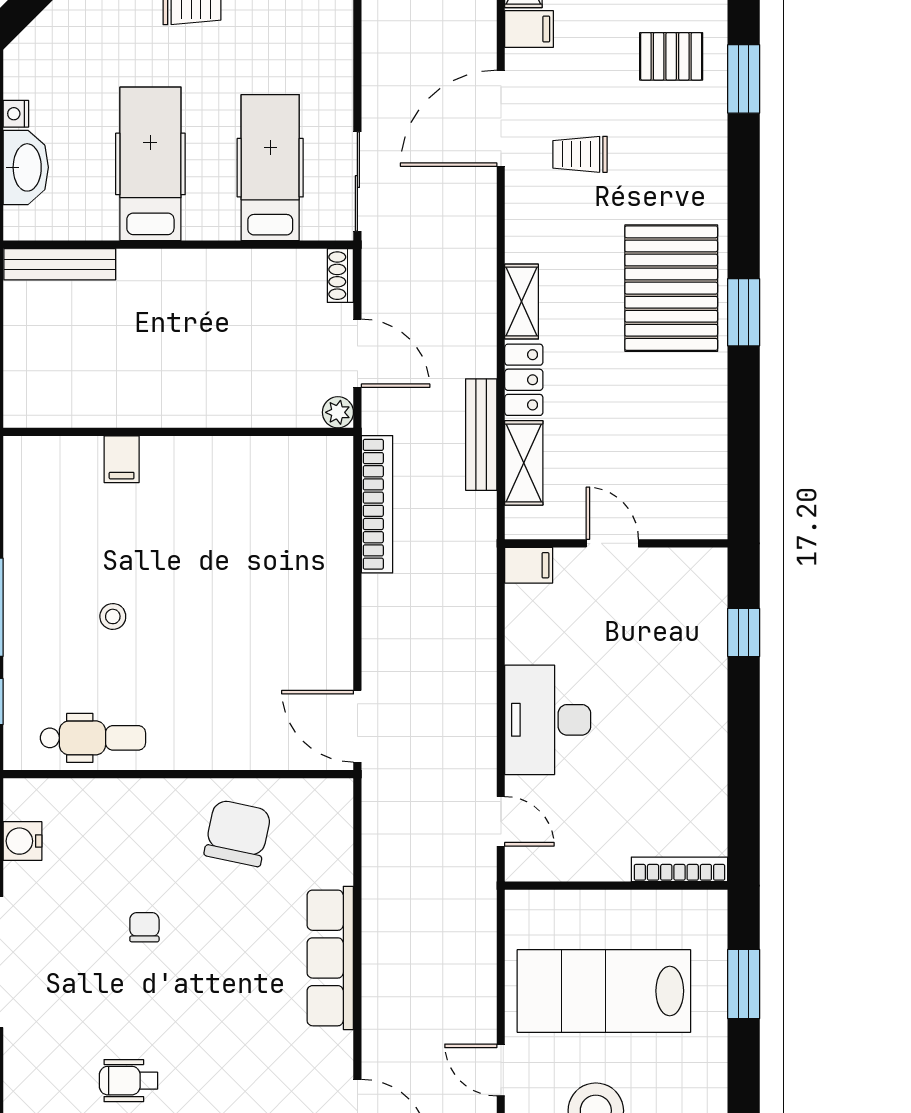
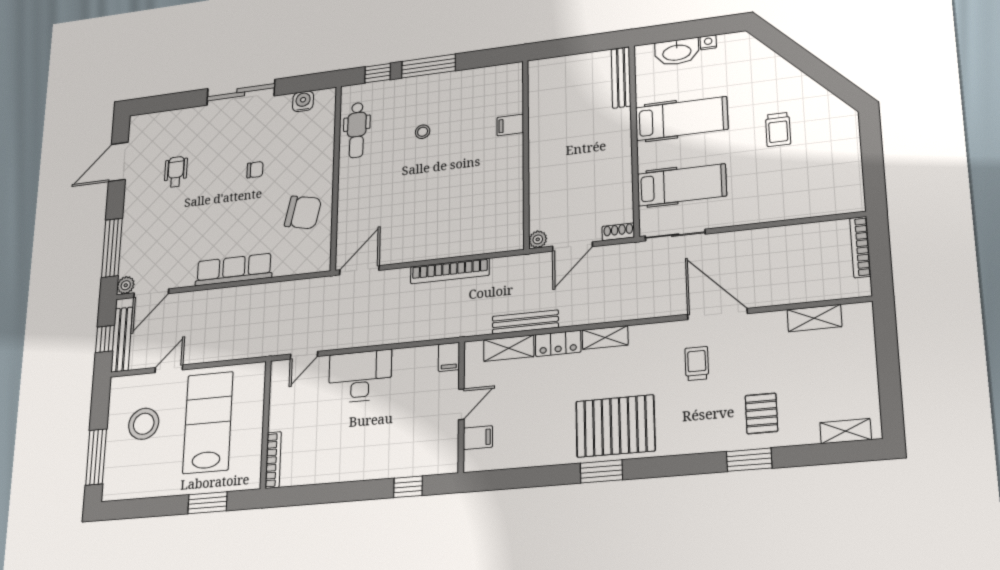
filing cabinet: (529, 29) -> (478, 438), moved, turned -90
bookcase: (377, 504) -> (450, 271), moved

